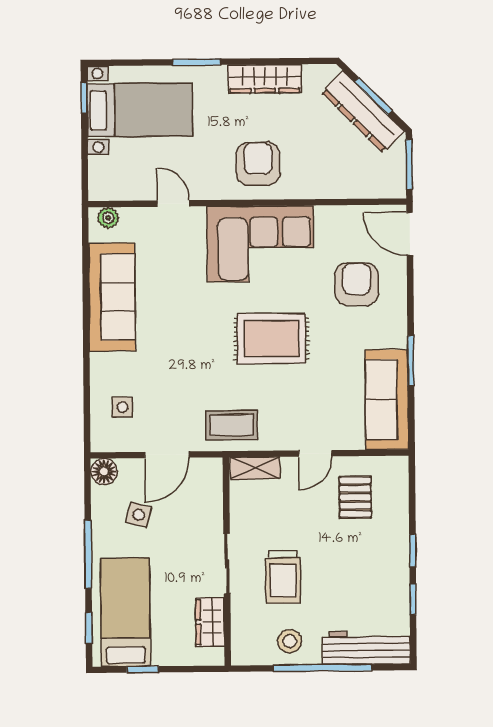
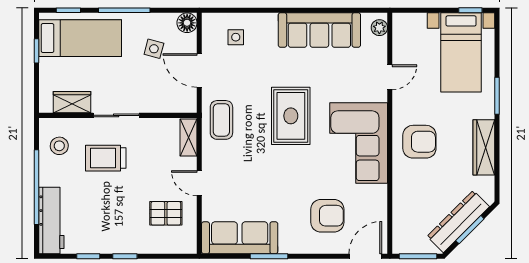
rug: (271, 339) -> (291, 116), moved
stool: (290, 641) -> (59, 146), moved

